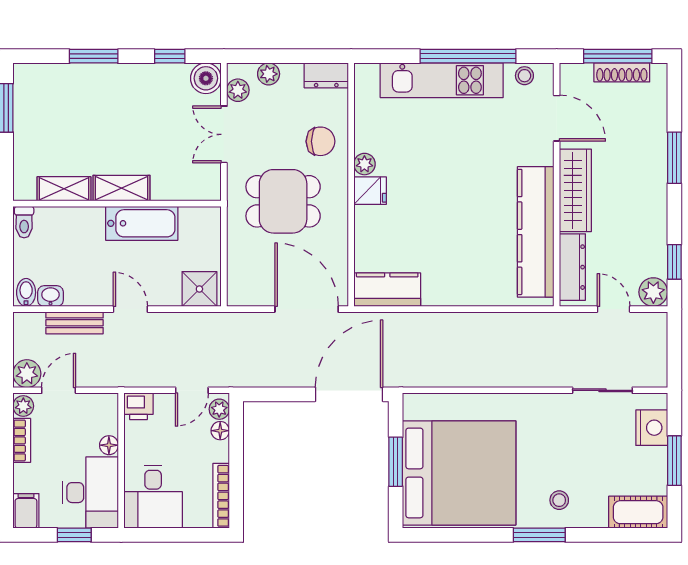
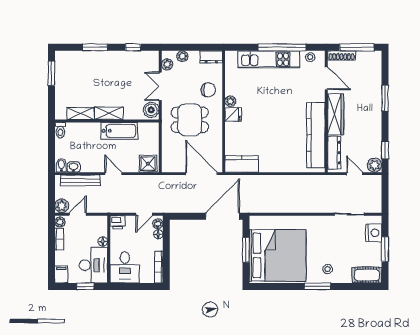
shoe rack: (622, 72) -> (342, 55), moved
boiler: (206, 78) -> (151, 110), moved
bench: (74, 323) -> (80, 180), width x1.36

